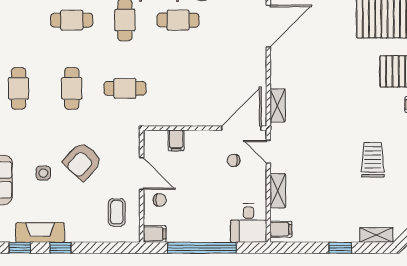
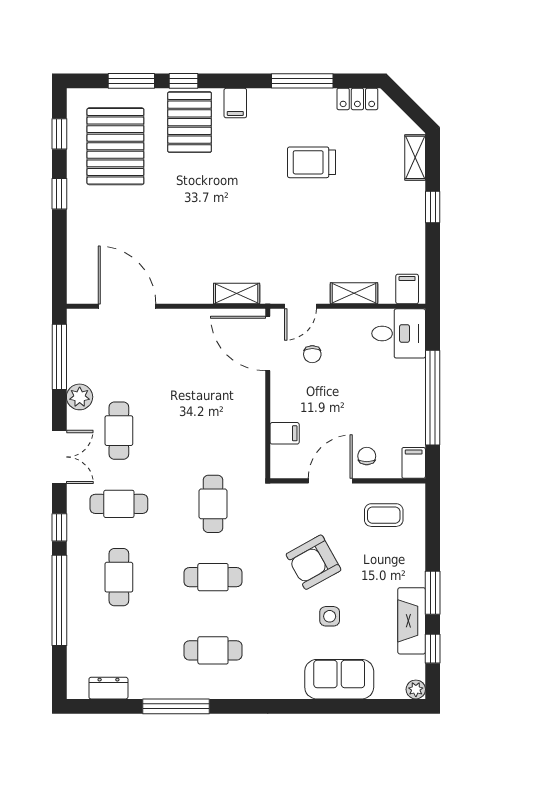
armchair: (83, 161) -> (314, 562), turned 108
window: (60, 248) -> (433, 593), width x1.50

